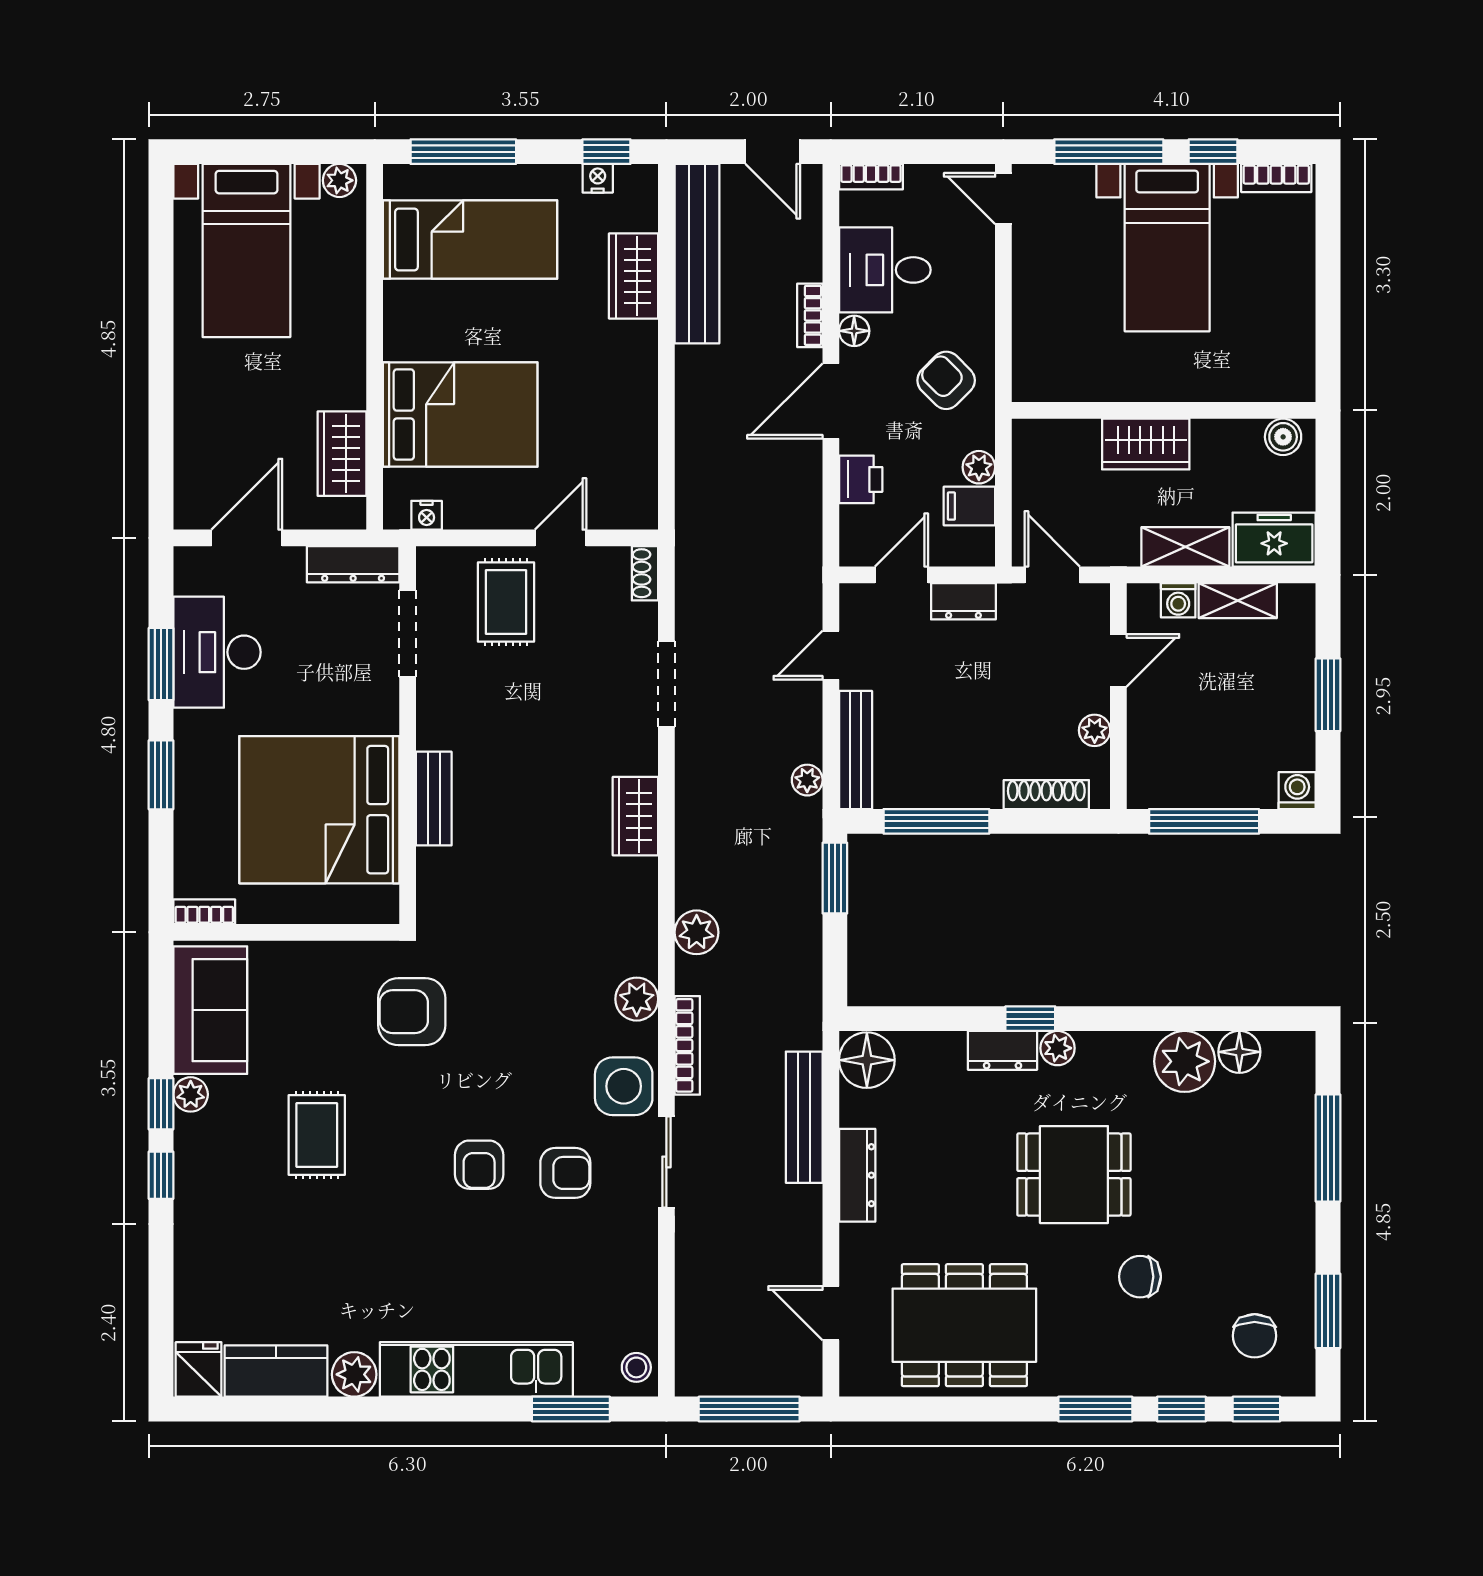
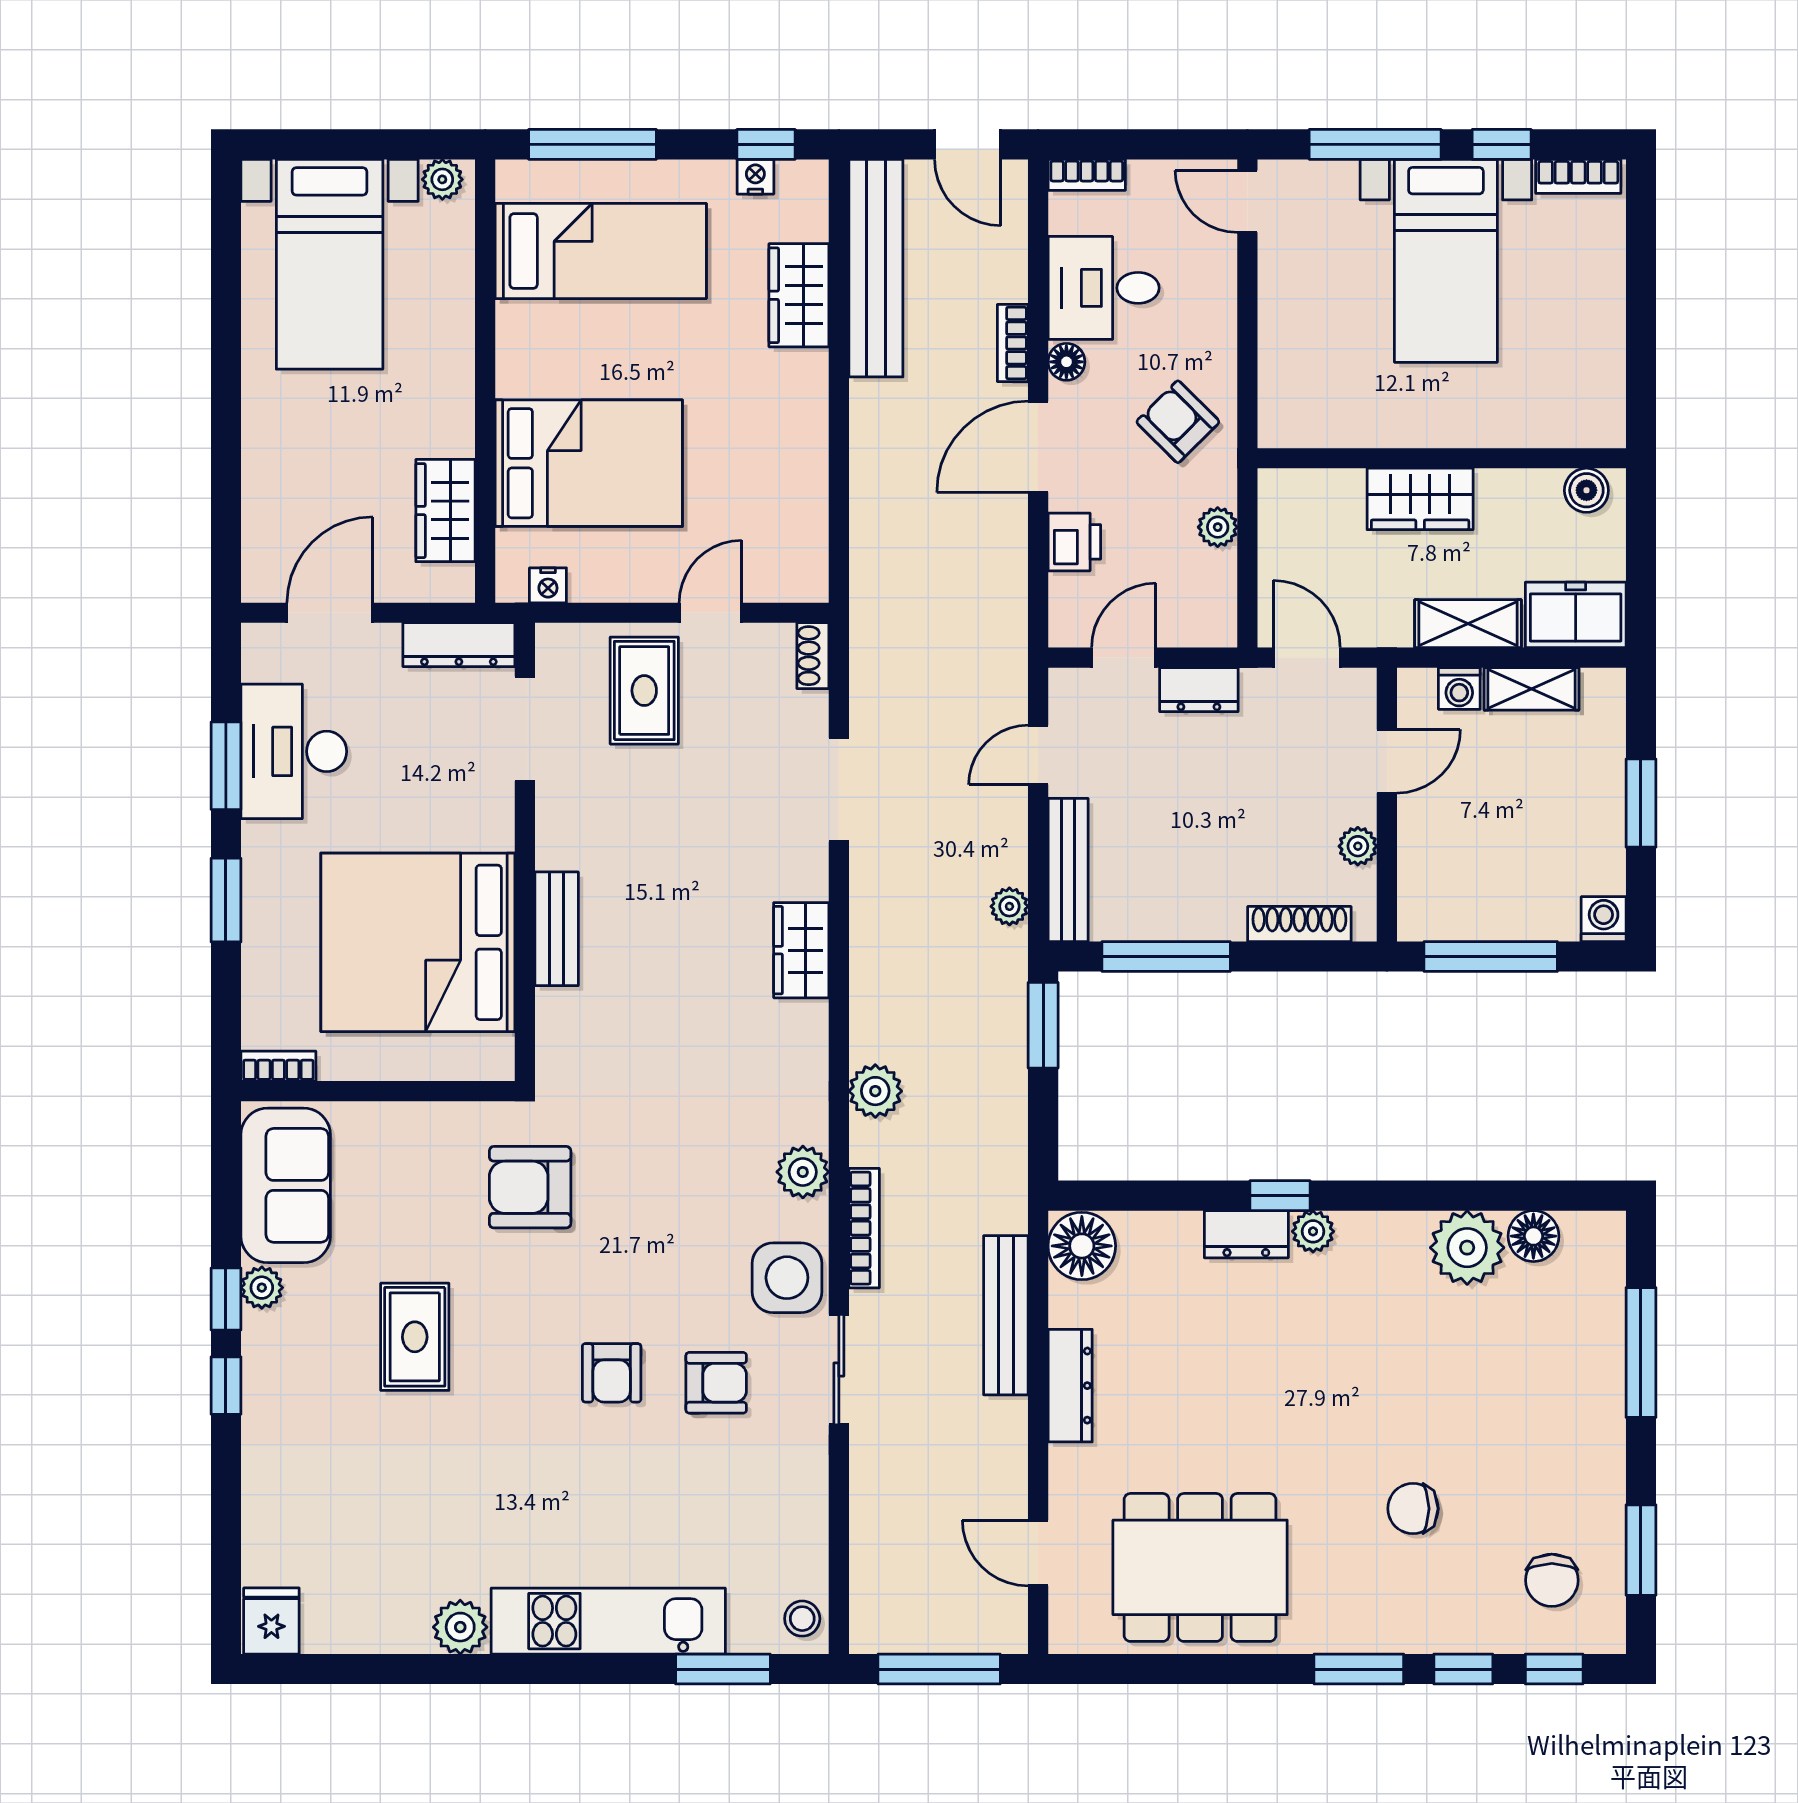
filing cabinet: (969, 506) -> (1206, 574), removed
dining table: (1074, 1175) -> (1333, 1385), removed
kitchen counter: (276, 1371) -> (365, 1623), removed

